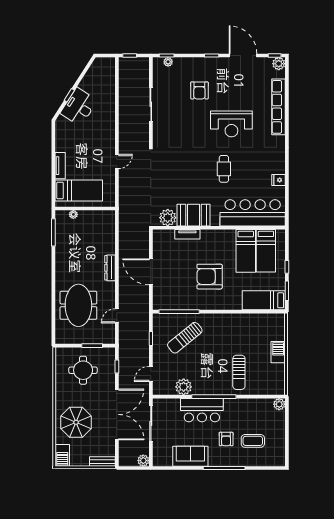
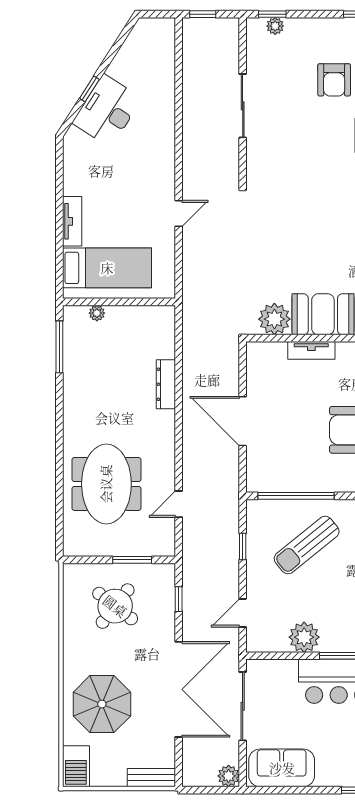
dresser: (110, 268) -> (166, 384), moved
round table: (83, 370) -> (115, 606), turned 38
sofa: (190, 456) -> (282, 768), moved

